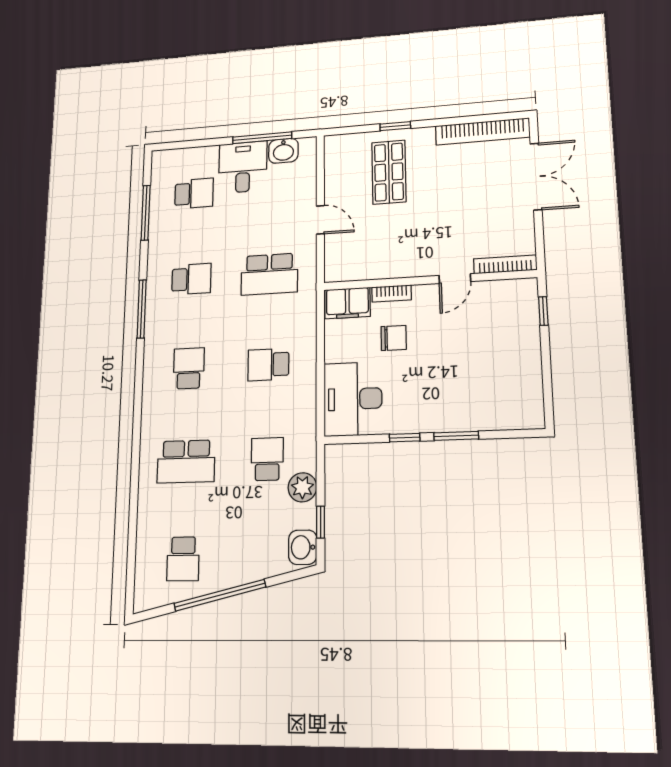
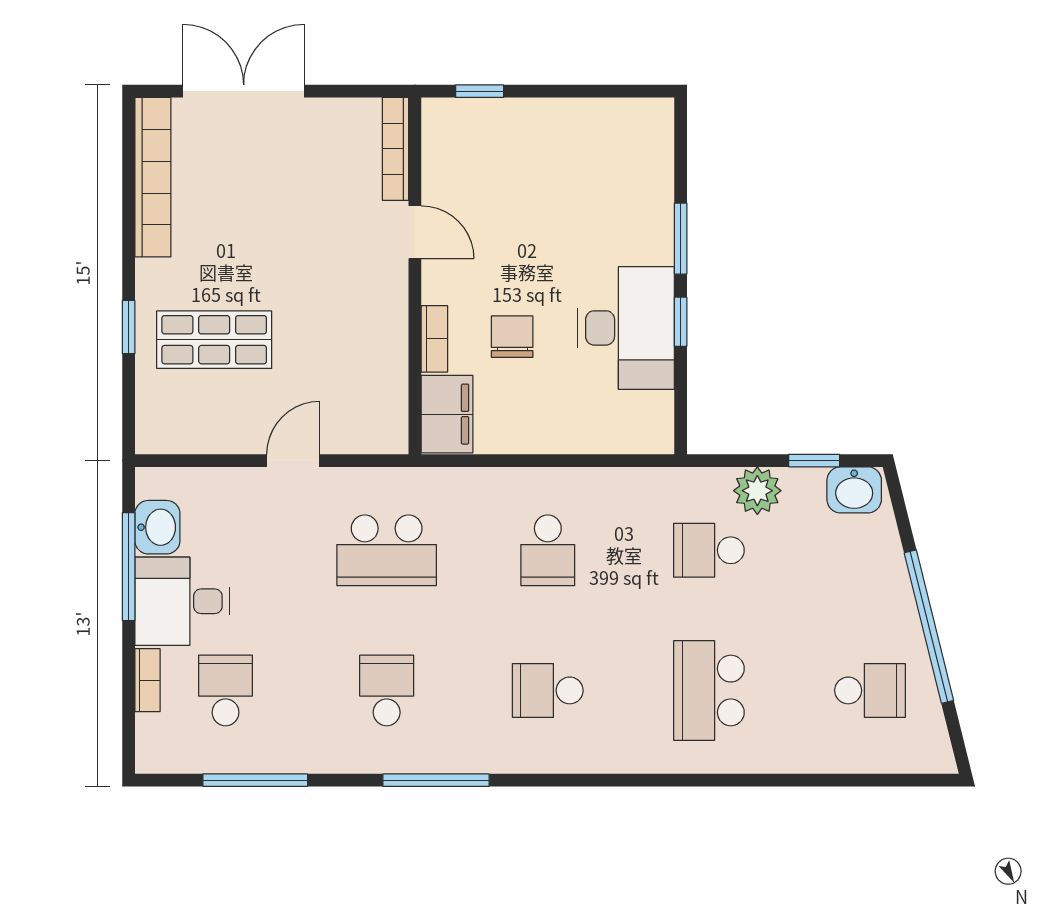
bookcase: (201, 153) -> (147, 680), added
school desk: (269, 274) -> (387, 550), turned 90
desk: (353, 399) -> (626, 328), moved, turned -90
school desk: (186, 462) -> (709, 690), turned 180

